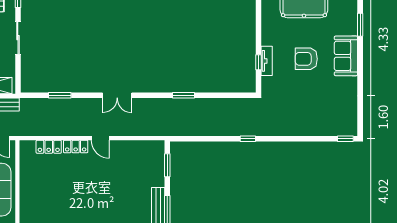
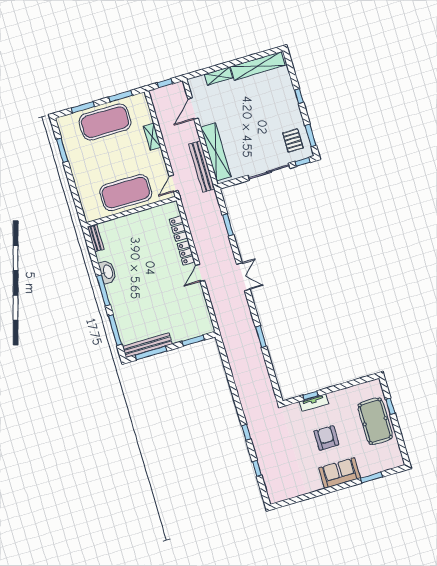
sliding door: (18, 38) -> (269, 172), width x1.37
double door: (117, 95) -> (243, 277), swing flipped
window: (248, 139) -> (246, 432), moved
window: (345, 139) -> (257, 468), moved

